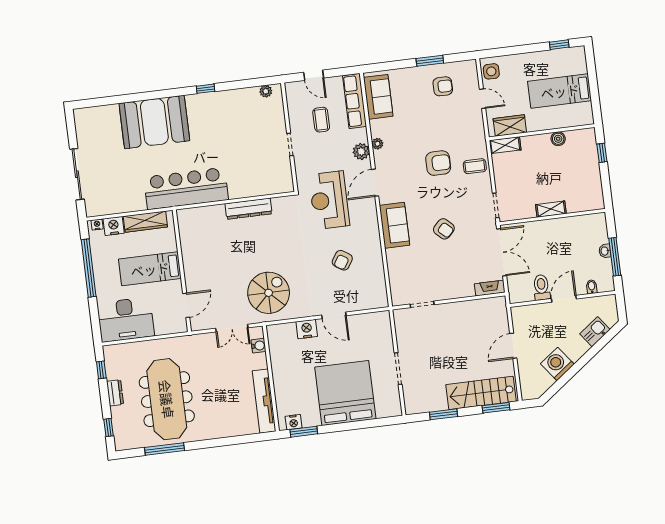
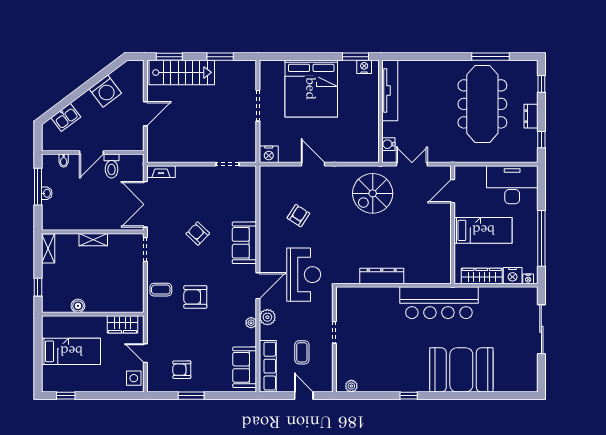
shelving: (505, 145) -> (48, 248), moved, turned 90
nightstand: (307, 329) -> (269, 154), moved

